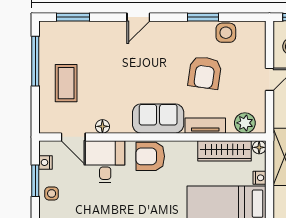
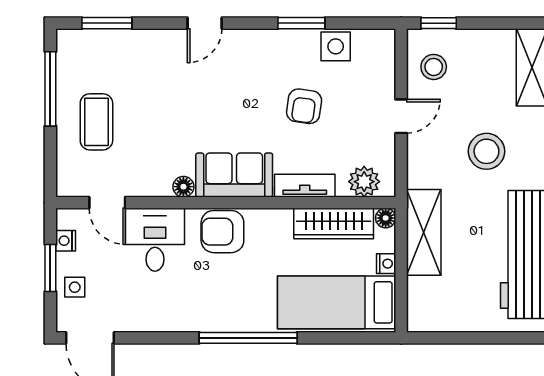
armchair: (205, 73) -> (304, 106), width x0.72, depth x0.72
floor lamp: (102, 126) -> (183, 187), moved

